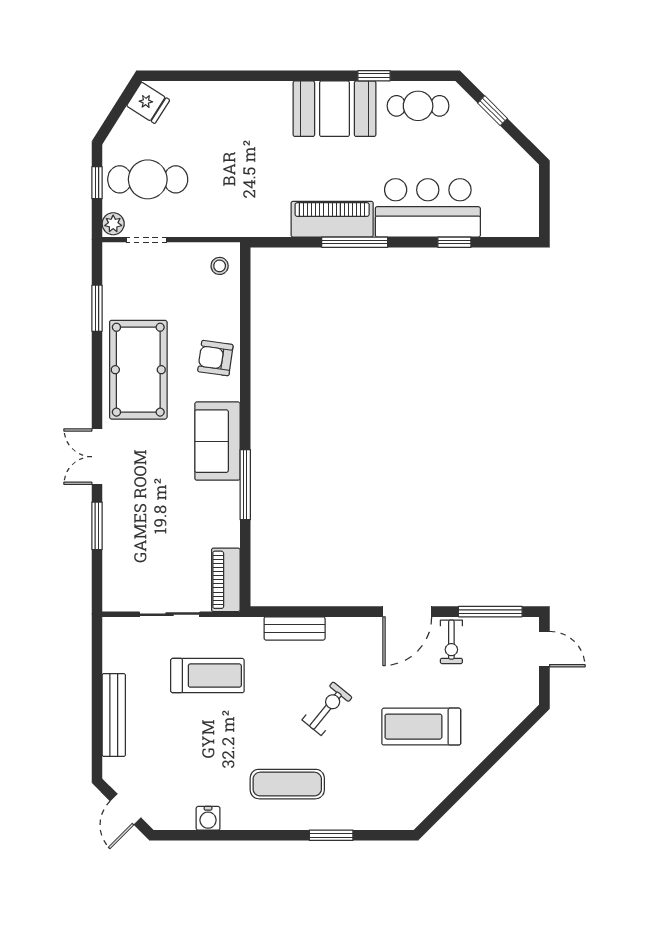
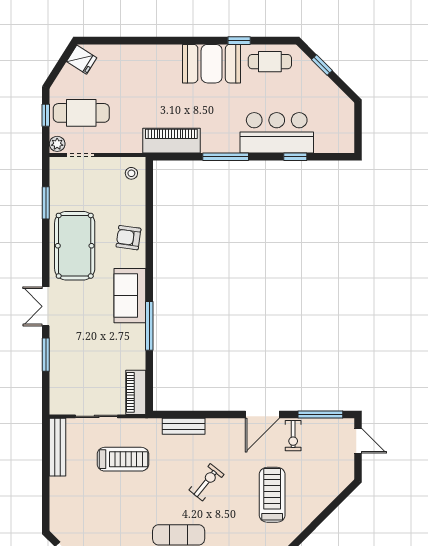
piano: (332, 219) -> (171, 141), moved
bench: (114, 715) -> (58, 447), moved
treadmill: (421, 727) -> (272, 495), turned 90

